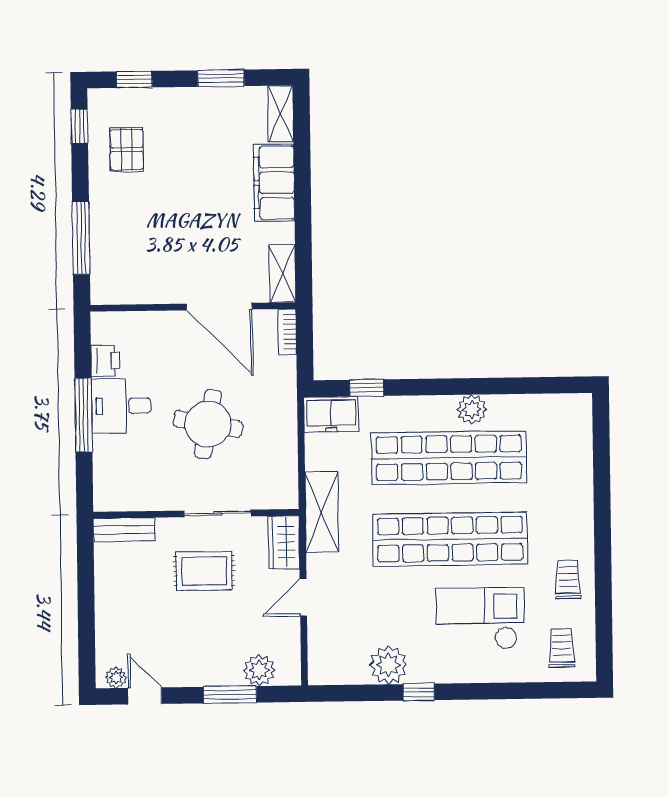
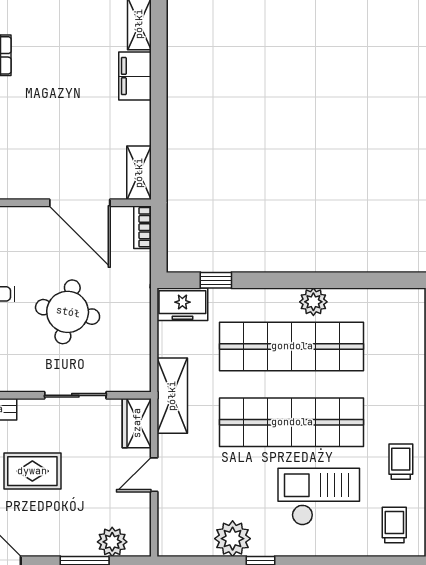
filing cabinet: (274, 183) -> (135, 76), width x0.67, depth x0.86
rug: (204, 571) -> (32, 471), moved

